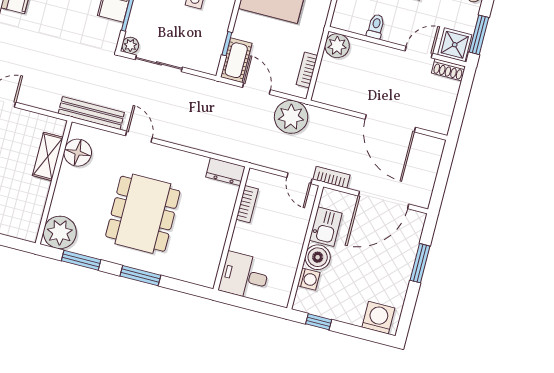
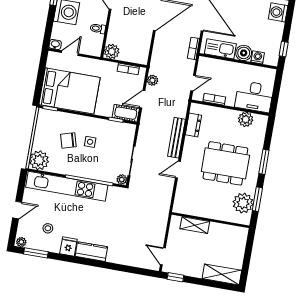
bench: (91, 113) -> (177, 138), moved
plant: (291, 117) -> (153, 80), width x0.53, depth x0.53
floor lamp: (78, 153) -> (191, 207), removed
dresser: (225, 172) -> (193, 125), moved
door: (299, 178) -> (193, 83), moved
kitchen sink: (326, 227) -> (220, 49), width x1.38
plant: (60, 232) -> (243, 203), moved
plant: (211, 252) -> (246, 119), added
desk: (244, 276) -> (254, 97), width x1.37

